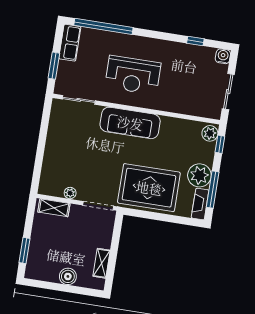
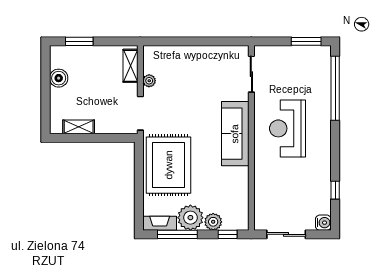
row of seats: (70, 43) -> (312, 55), removed
window: (54, 66) -> (306, 41), moved
plant: (210, 133) -> (213, 222), moved
boiler: (68, 276) -> (59, 78), moved

